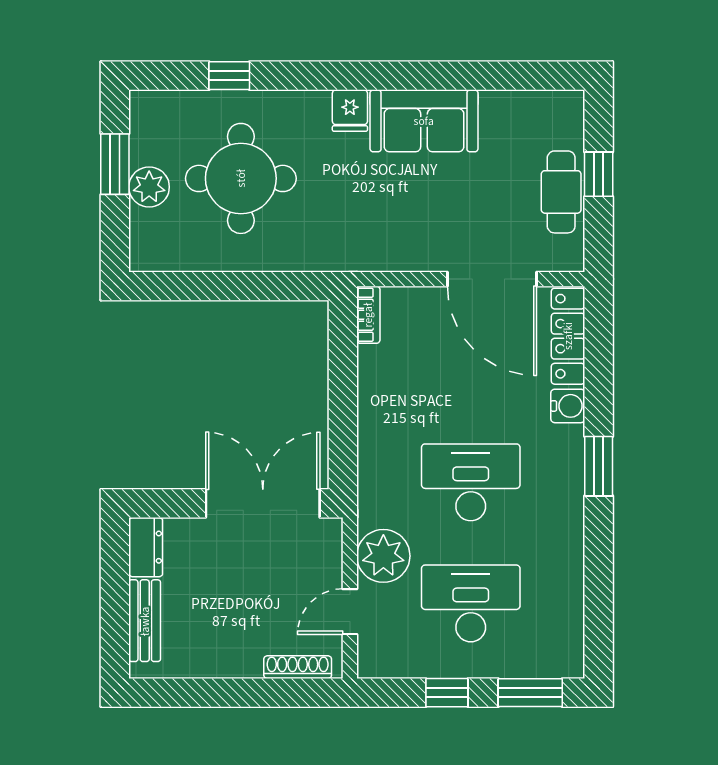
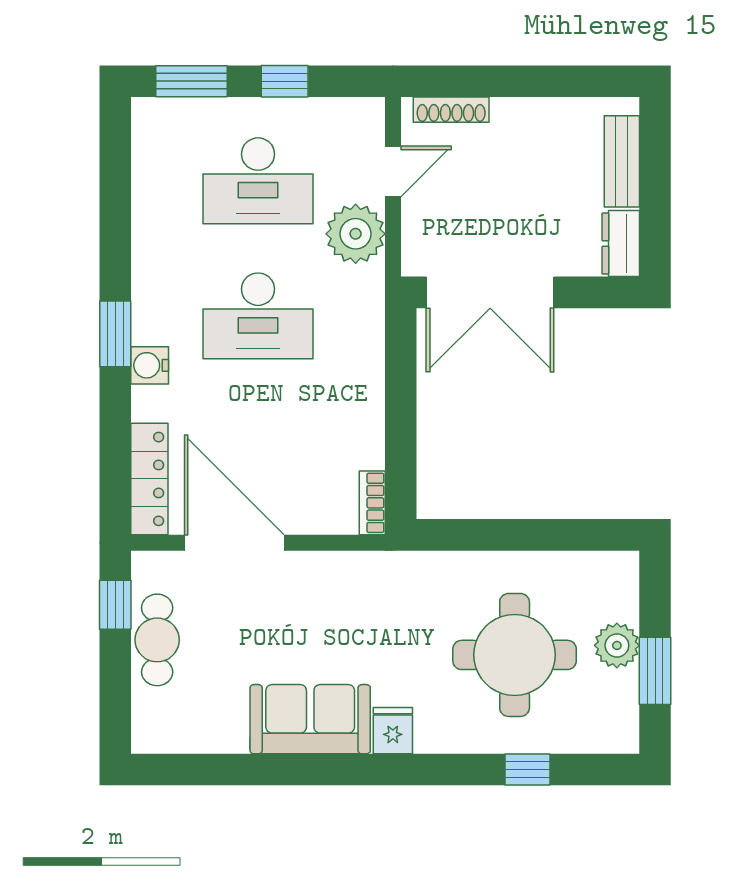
window: (599, 174) -> (115, 605), moved
water cooler: (568, 406) -> (150, 365), moved

